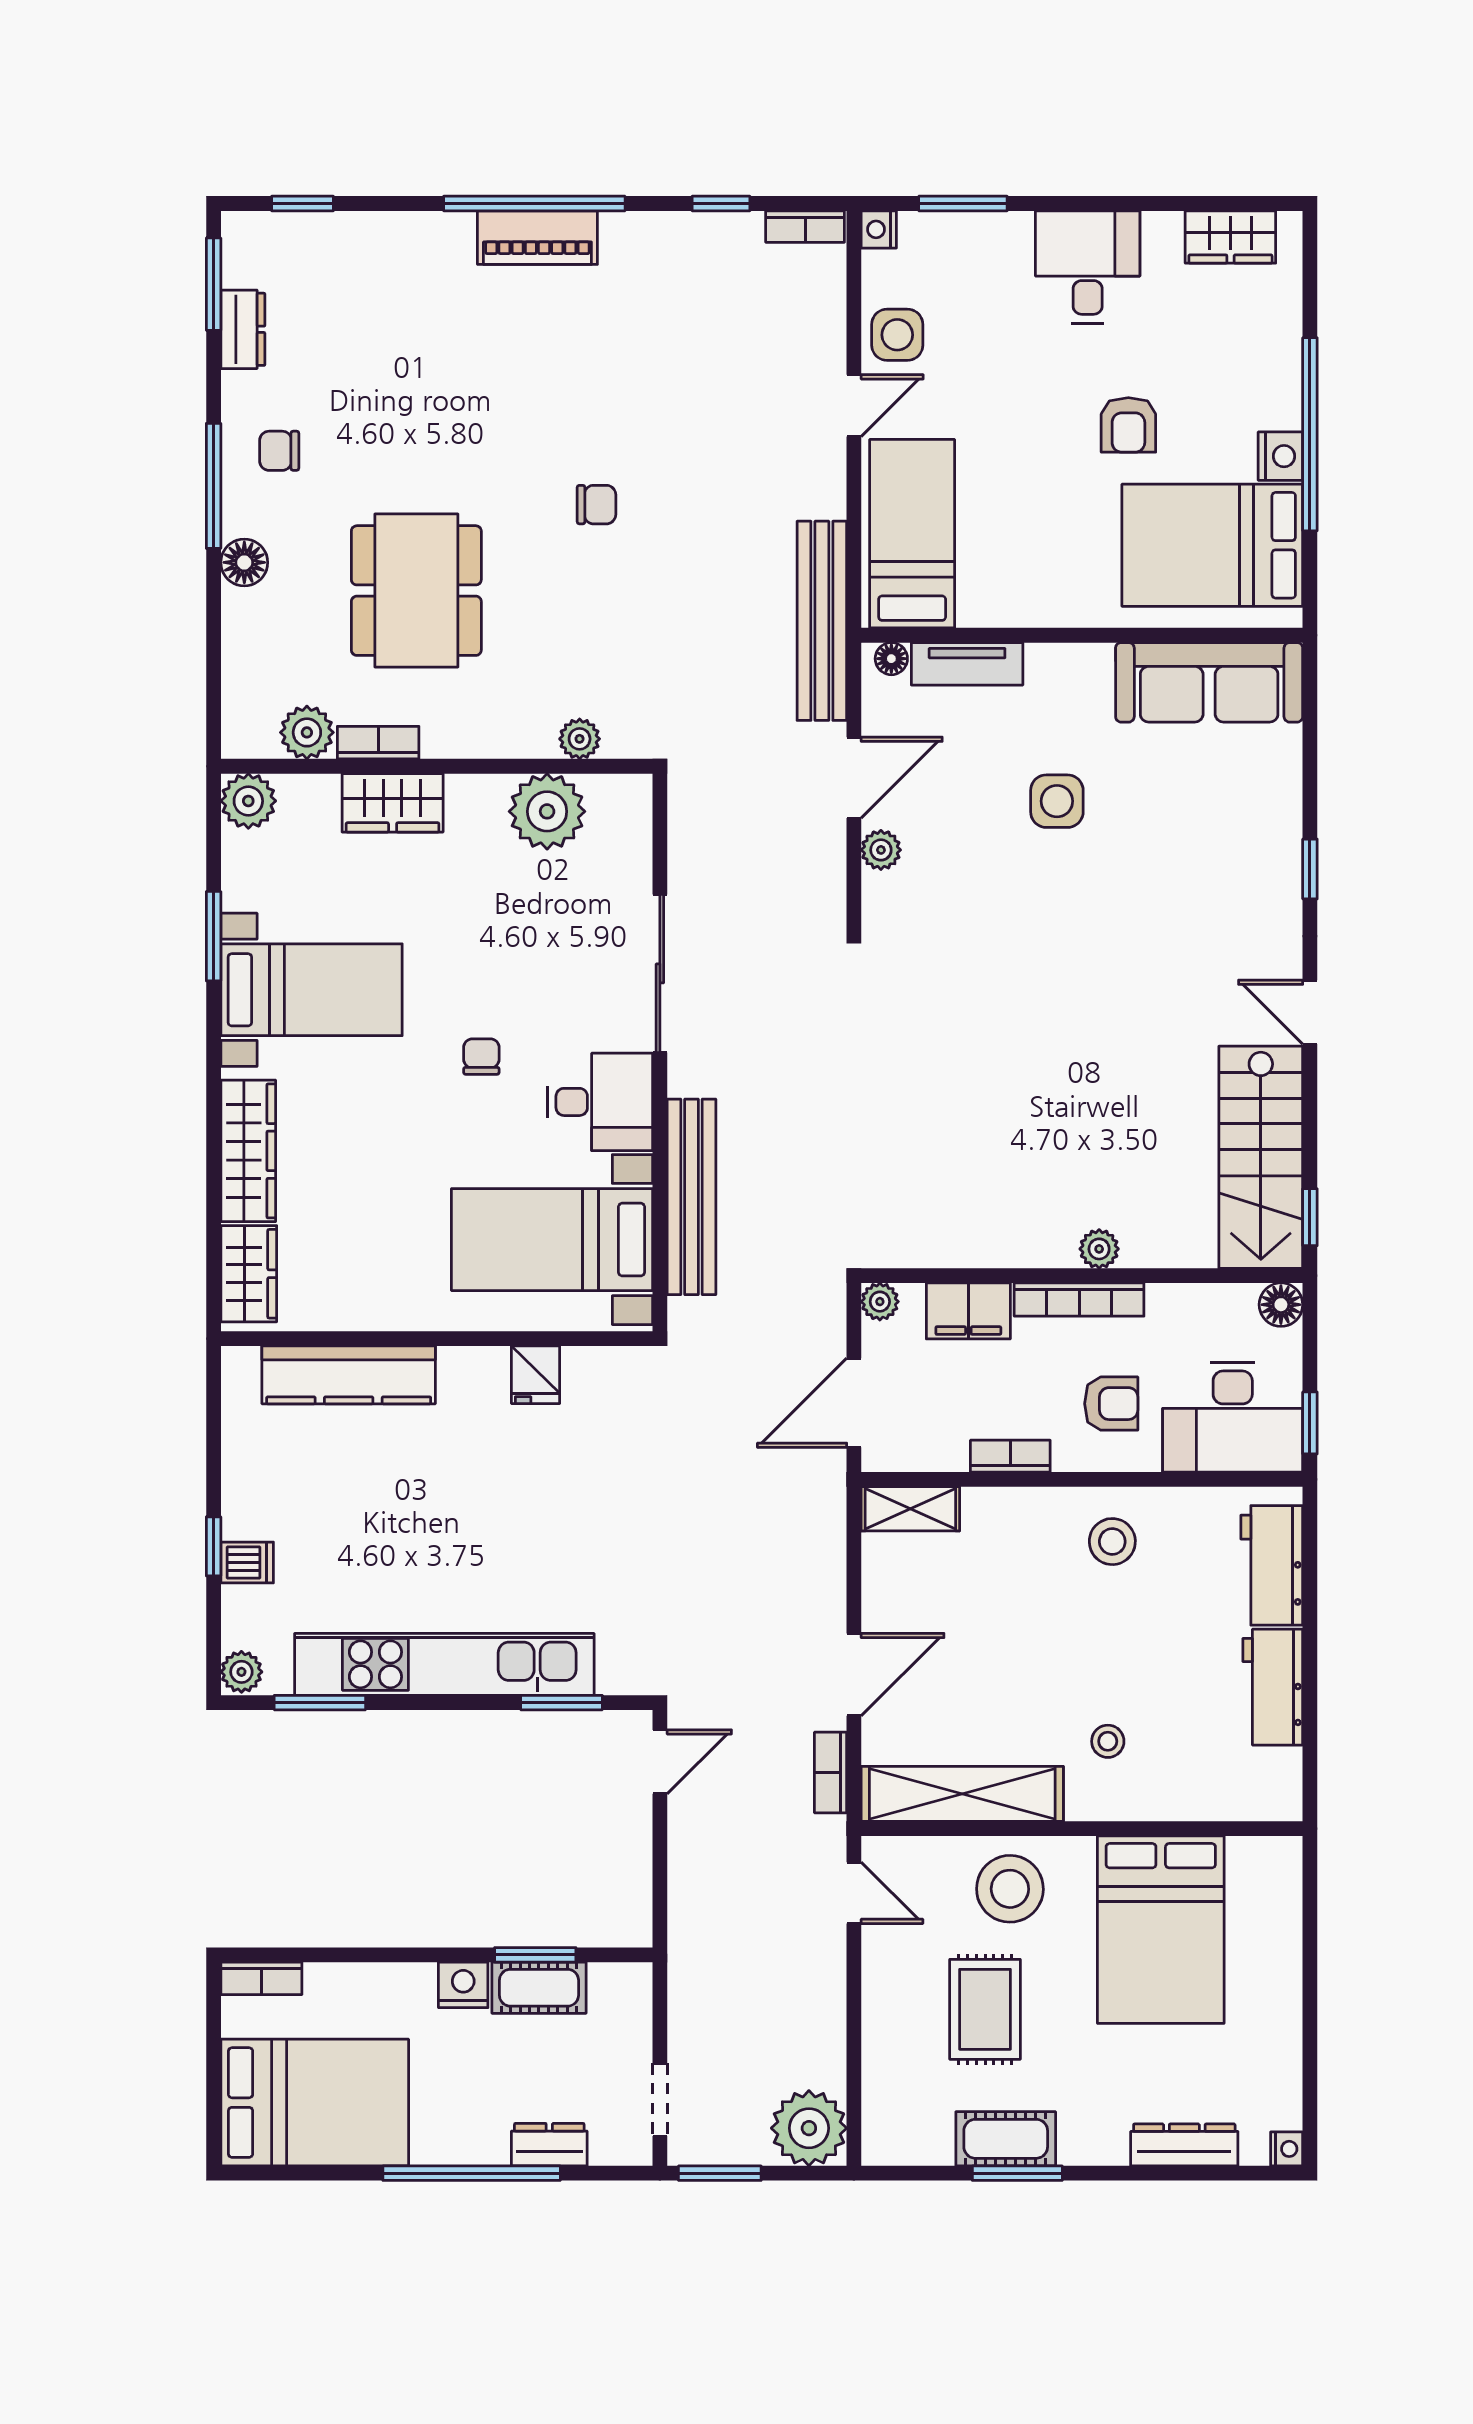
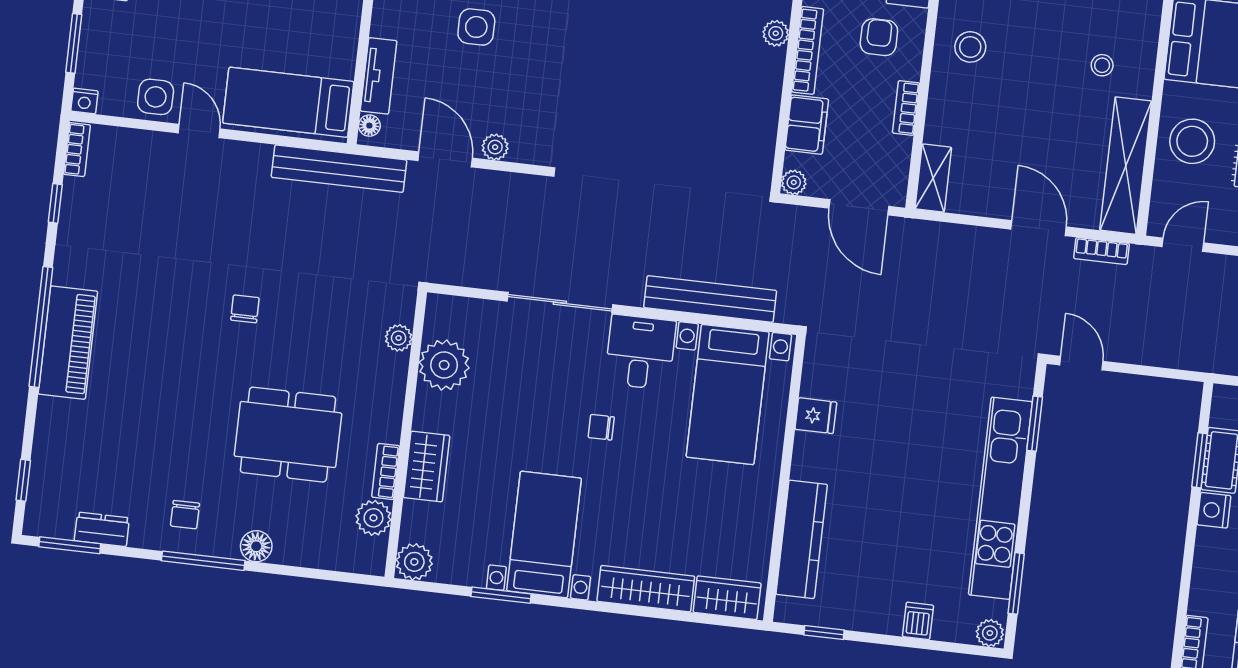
piano: (537, 238) -> (68, 343), width x1.37, depth x1.33
window: (214, 1546) -> (824, 633), moved

